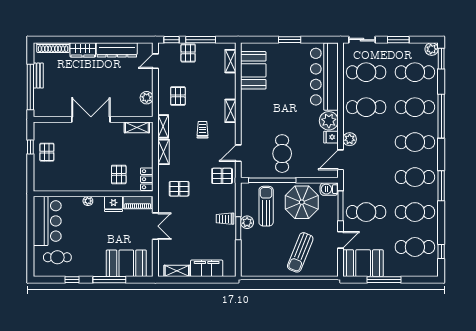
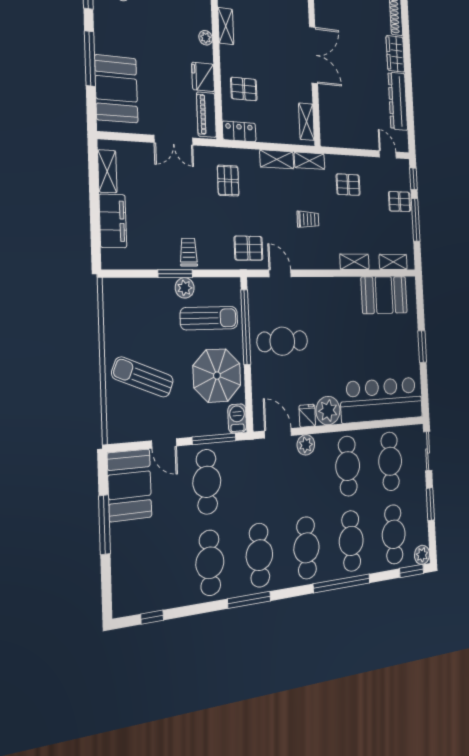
plant: (147, 98) -> (344, 139), removed
shelving: (230, 111) -> (354, 262), moved
pallet: (222, 176) -> (248, 248), turned 90
shelving: (79, 186) -> (226, 26), added
cafe table: (415, 247) -> (158, 571), removed

